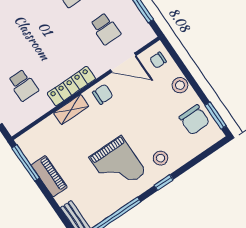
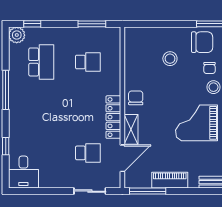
chair: (158, 60) -> (209, 68), moved
door: (123, 63) -> (122, 158), moved
stool: (180, 85) -> (170, 59), moved
grand piano: (118, 165) -> (196, 123), turned 180

